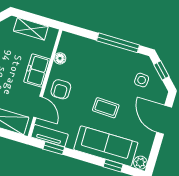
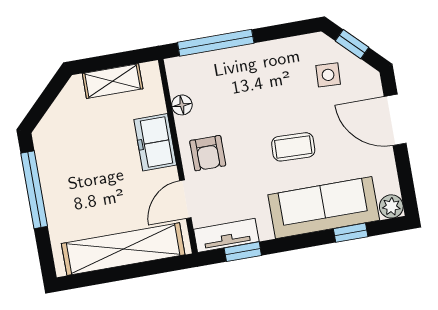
window: (118, 43) -> (216, 43), moved
door: (38, 107) -> (185, 199), swing flipped

